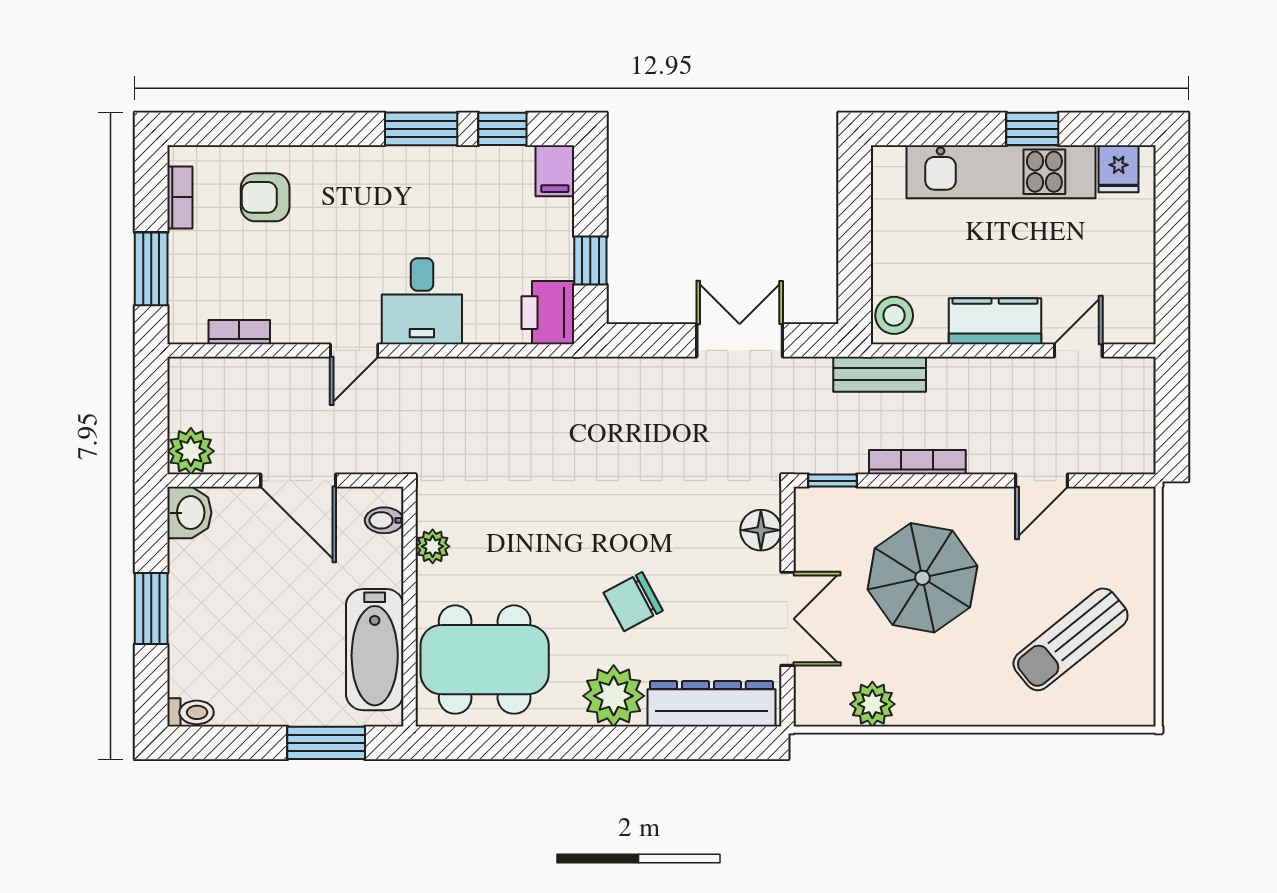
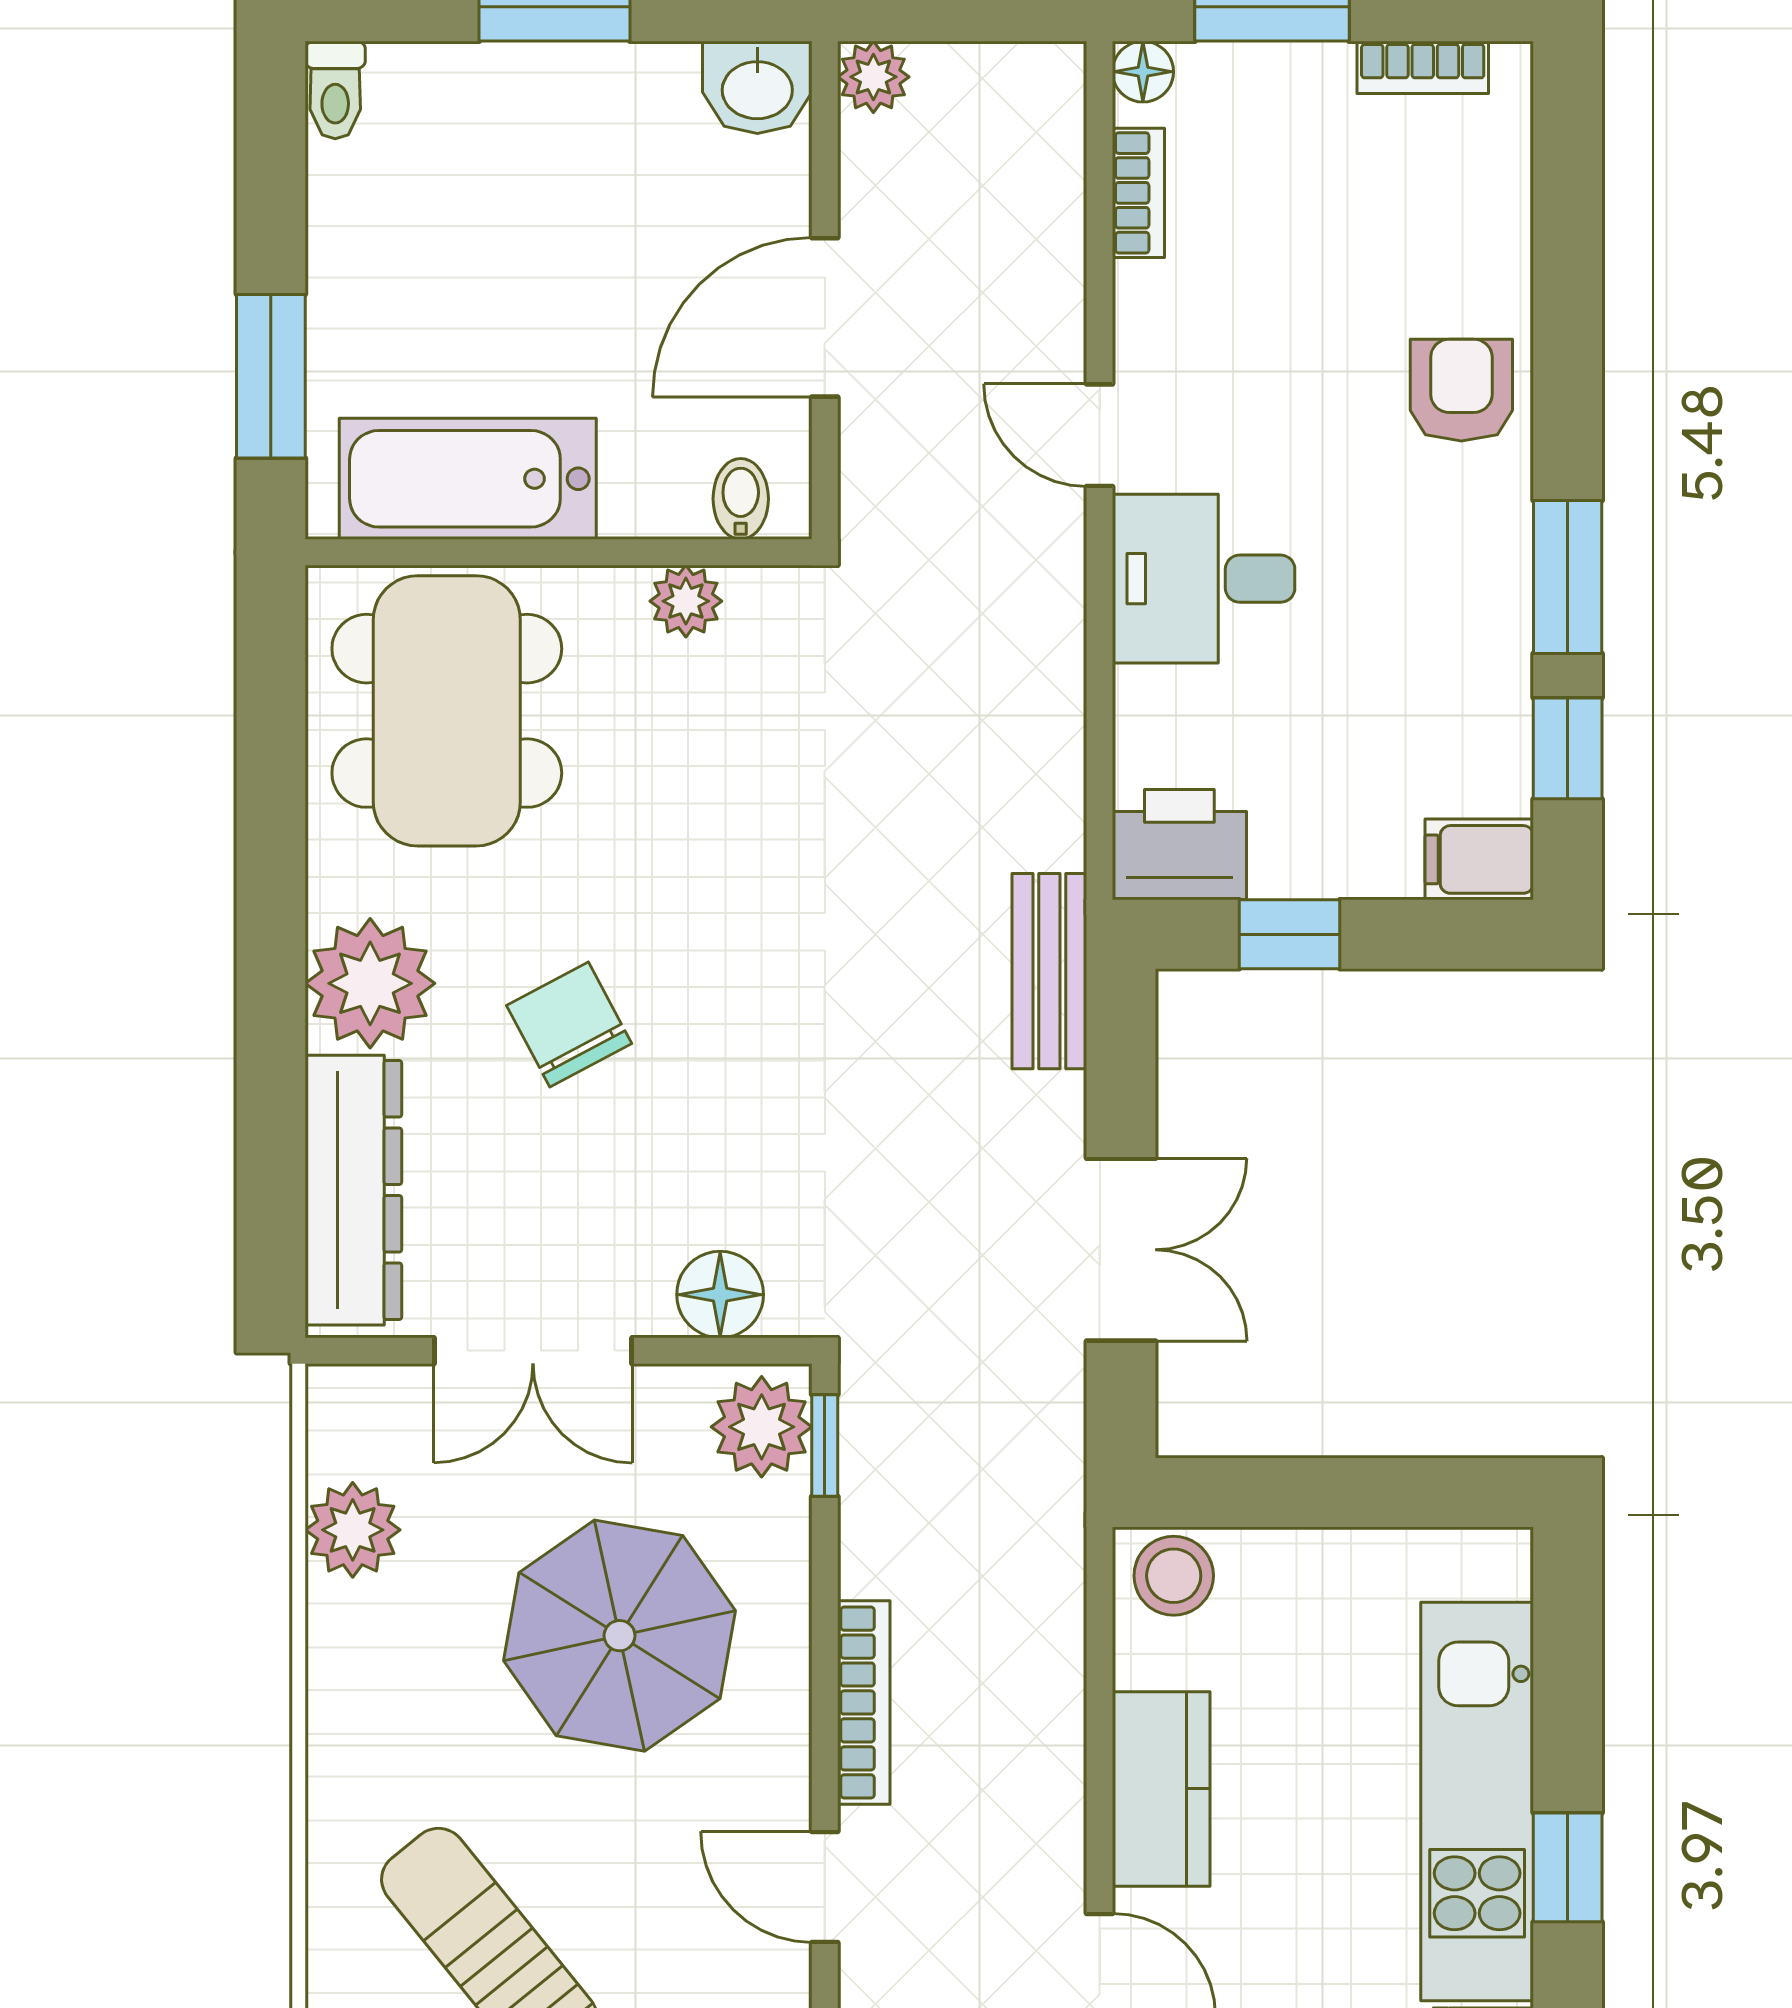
armchair: (265, 197) -> (1461, 390), moved
floor lamp: (182, 330) -> (1143, 72), added
bench: (880, 374) -> (1049, 971), moved
plant: (191, 451) -> (873, 77), width x0.73, depth x0.73
bookcase: (917, 462) -> (864, 1702), moved
plant: (824, 511) -> (762, 1427), added

